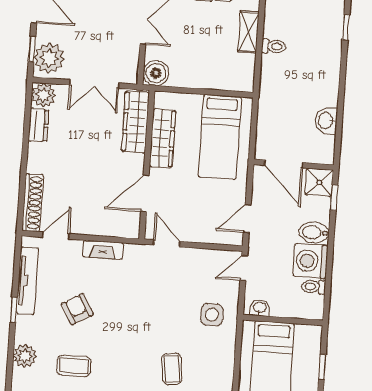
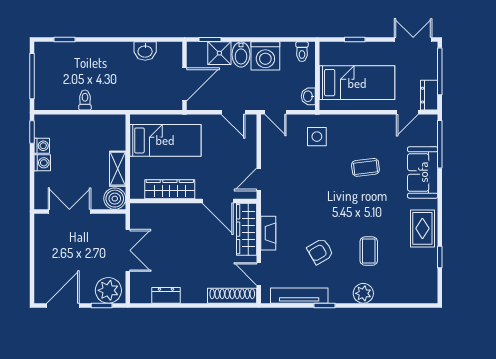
shelving: (248, 32) -> (118, 169), moved, turned 90
plant: (43, 95) -> (140, 293), removed
wardrobe: (135, 122) -> (247, 229), moved, turned 90
shower: (319, 182) -> (219, 53), moved
toilet: (314, 287) -> (302, 52), moved

